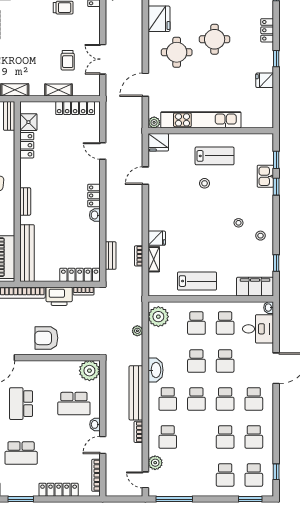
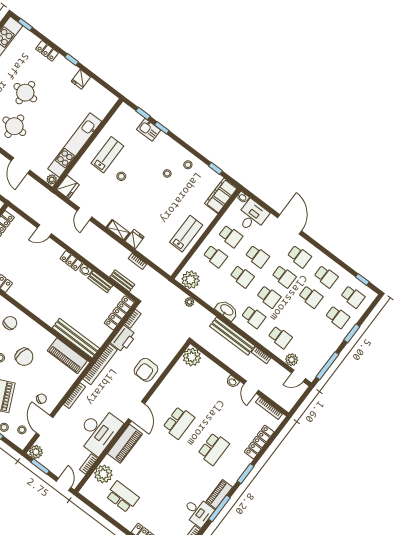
bench: (25, 201) -> (100, 282), moved
shelving: (154, 259) -> (118, 230), moved
school desk: (21, 404) -> (179, 423), turned -90
school desk: (74, 404) -> (207, 385), removed
window: (250, 499) -> (352, 333), moved

